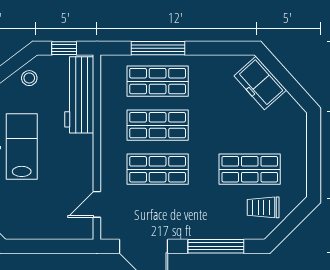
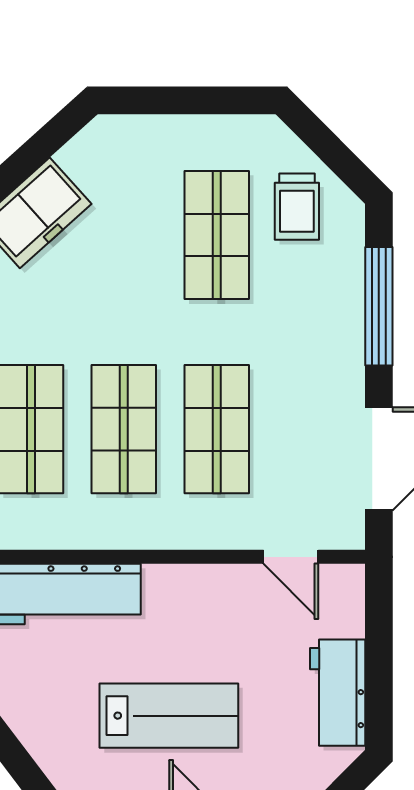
stool: (29, 78) -> (25, 700), removed
lab bench: (22, 147) -> (169, 716), turned 180
workbench: (33, 227) -> (338, 693), added

